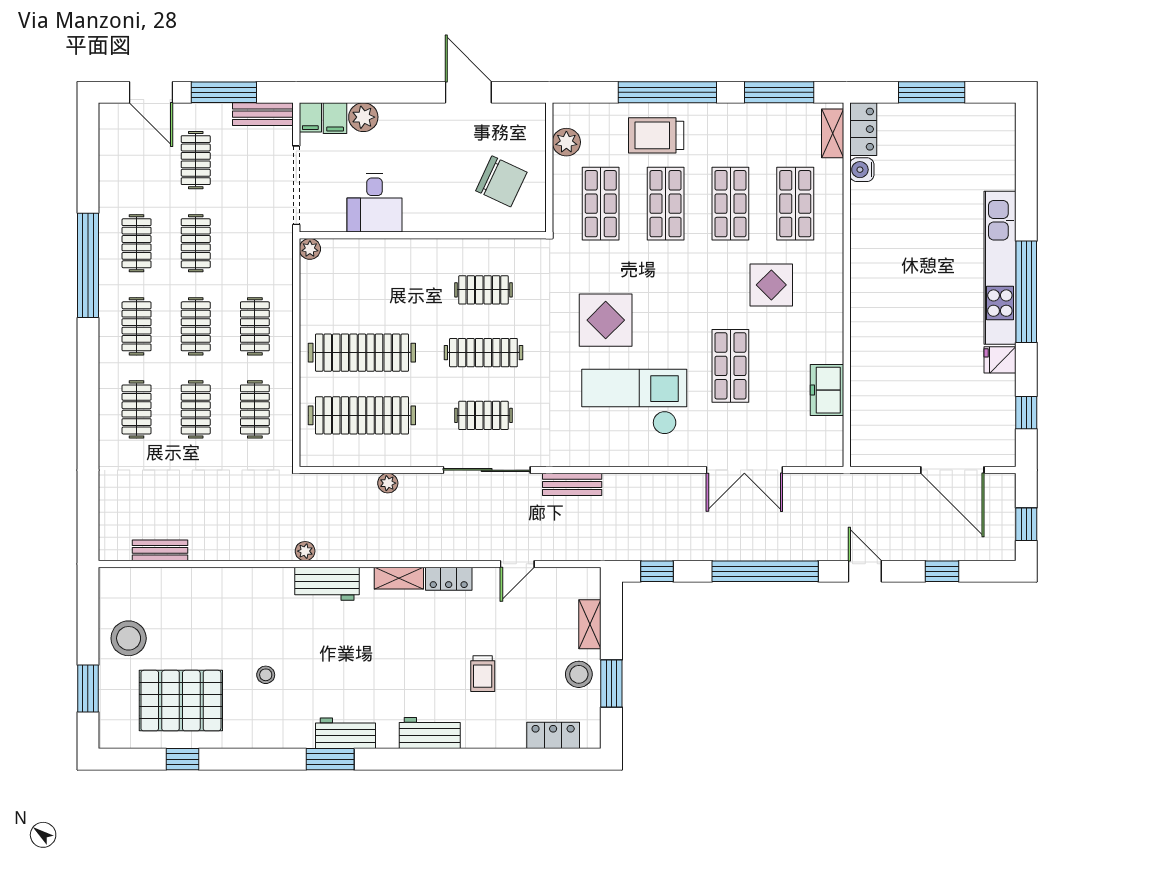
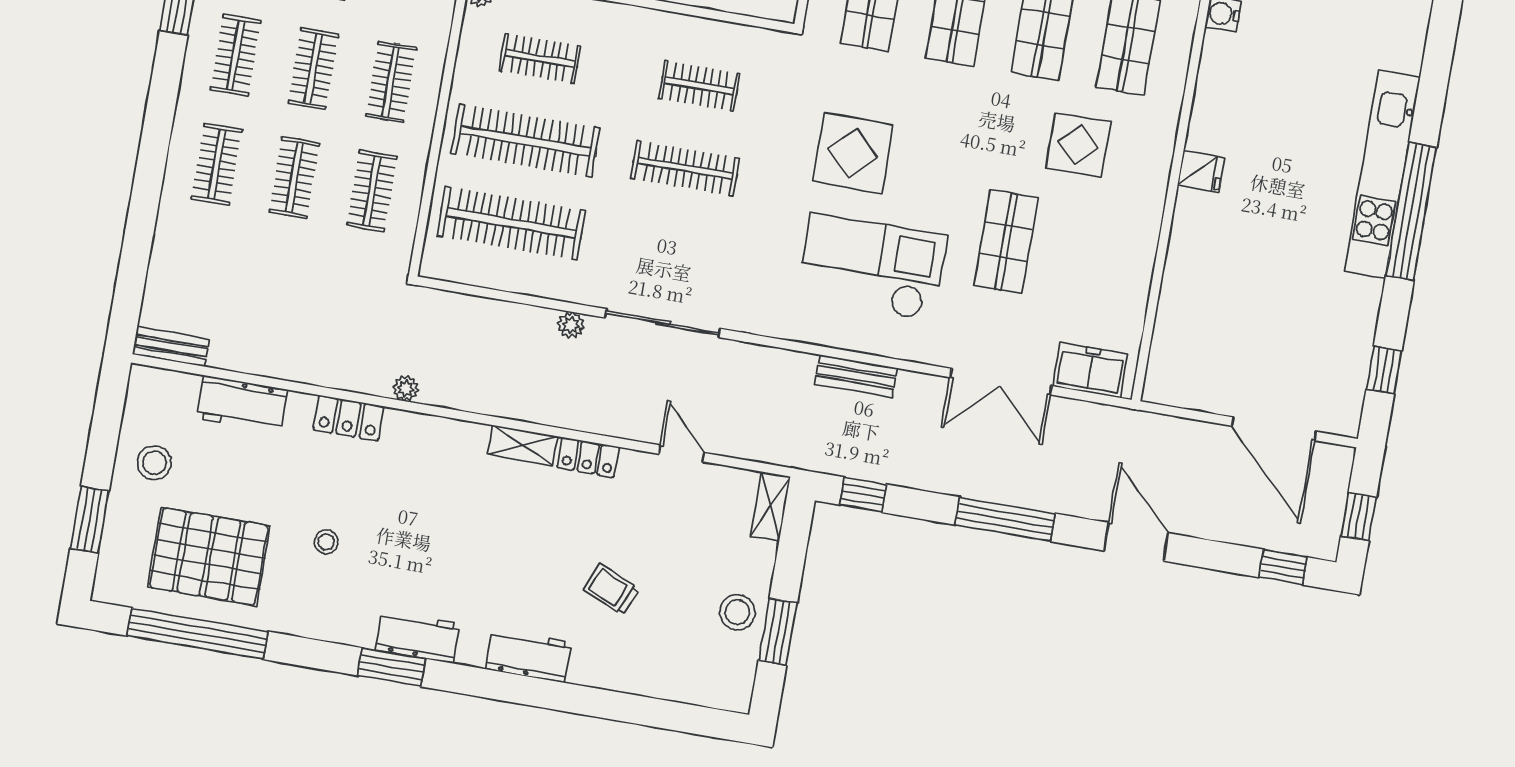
fridge: (1000, 360) -> (1201, 172), moved, turned 180
freezer: (827, 390) -> (1090, 370), moved, turned 90
clothes rail: (483, 415) -> (540, 58), moved
plant: (388, 483) -> (571, 325), moved
bench: (572, 484) -> (856, 376), moved
bench: (160, 550) -> (171, 347), moved
door: (517, 564) -> (682, 453), swing flipped
window: (765, 571) -> (1005, 519), width x0.68
door: (865, 571) -> (1136, 542), width x1.38
window: (942, 571) -> (1283, 567), moved
workbench: (327, 584) -> (242, 404), moved
shelving: (590, 624) -> (770, 506), moved
stool: (129, 638) -> (154, 463), width x0.73, depth x0.73
trolley: (483, 674) -> (611, 589), turned 113
locker: (553, 735) -> (348, 418), moved, turned 180
window: (182, 759) -> (198, 634), width x3.17

